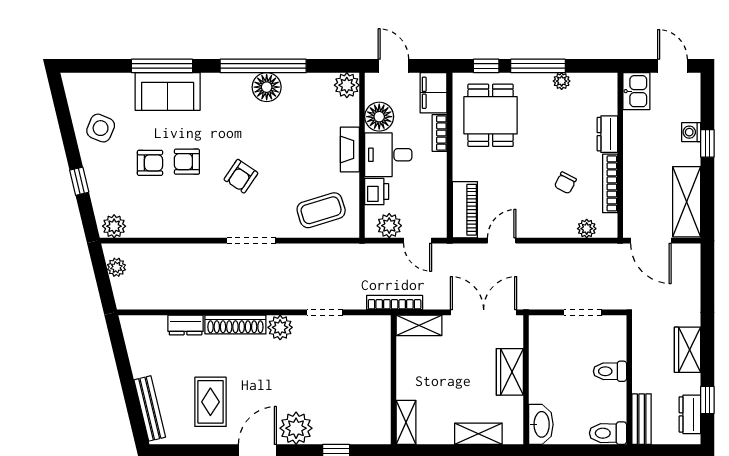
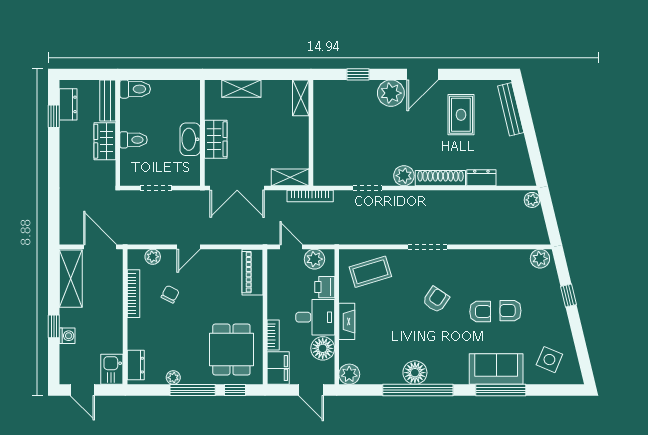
side table: (101, 128) -> (549, 360), moved
dresser: (607, 134) -> (136, 365), moved
door: (502, 241) -> (189, 247), moved
plant: (116, 267) -> (532, 200), moved
wardrobe: (688, 350) -> (105, 141), moved, turned 180
washbasin: (541, 424) -> (190, 139), moved

